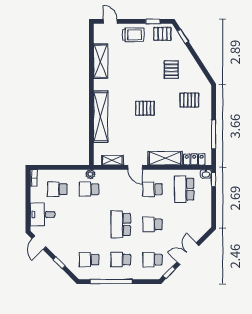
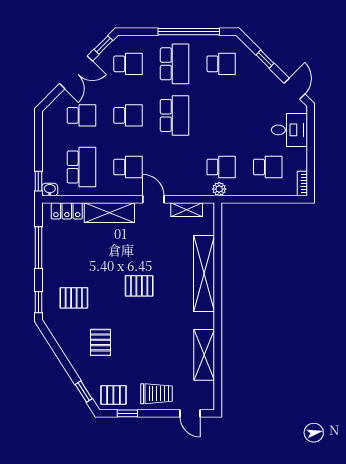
trolley: (133, 35) -> (157, 394), turned 180
window: (214, 97) -> (38, 302), added
school desk: (184, 224) -> (81, 115), added
school desk: (121, 260) -> (175, 64), width x1.85

